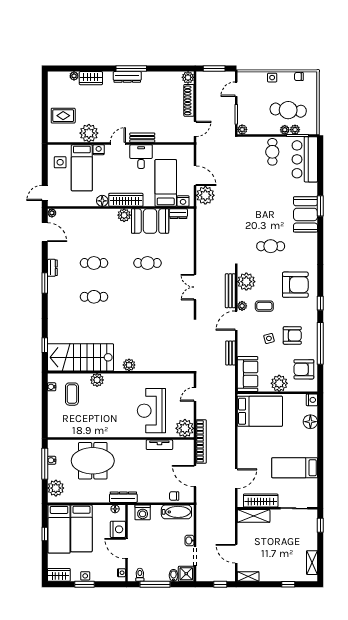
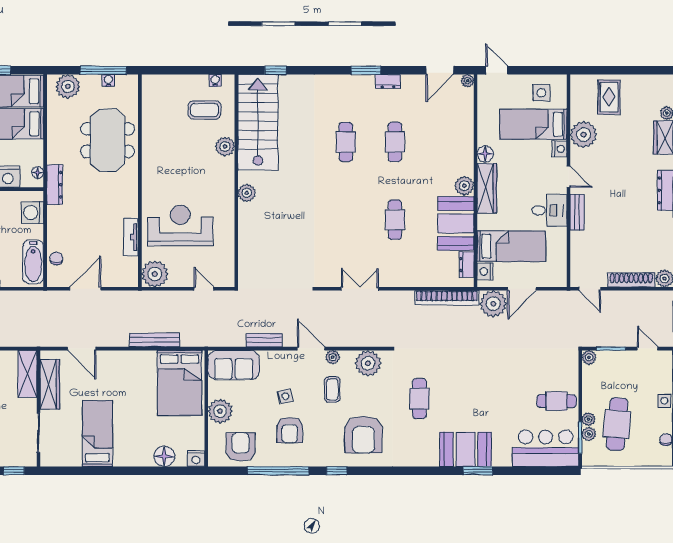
bench: (230, 291) -> (154, 340), moved
bookcase: (201, 441) -> (447, 298), moved

